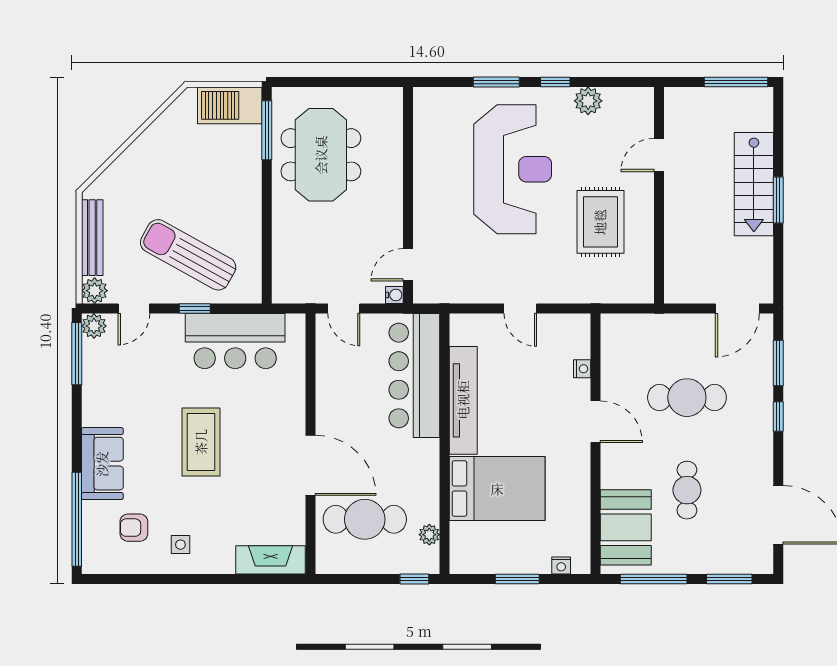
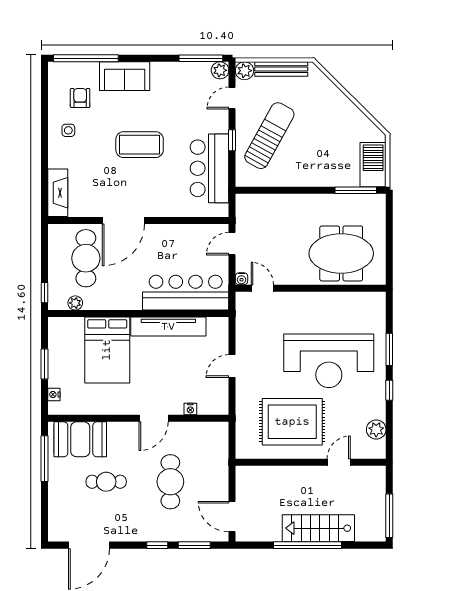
plant: (588, 101) -> (376, 430), moved
meeting table: (321, 155) -> (341, 253), moved
door: (659, 155) -> (339, 462), hinge flipped
window: (778, 200) -> (307, 545), width x2.11
rug: (600, 222) -> (292, 422), width x1.37, depth x1.44
door: (134, 309) -> (232, 98), hinge flipped
window: (729, 579) -> (44, 511), removed

